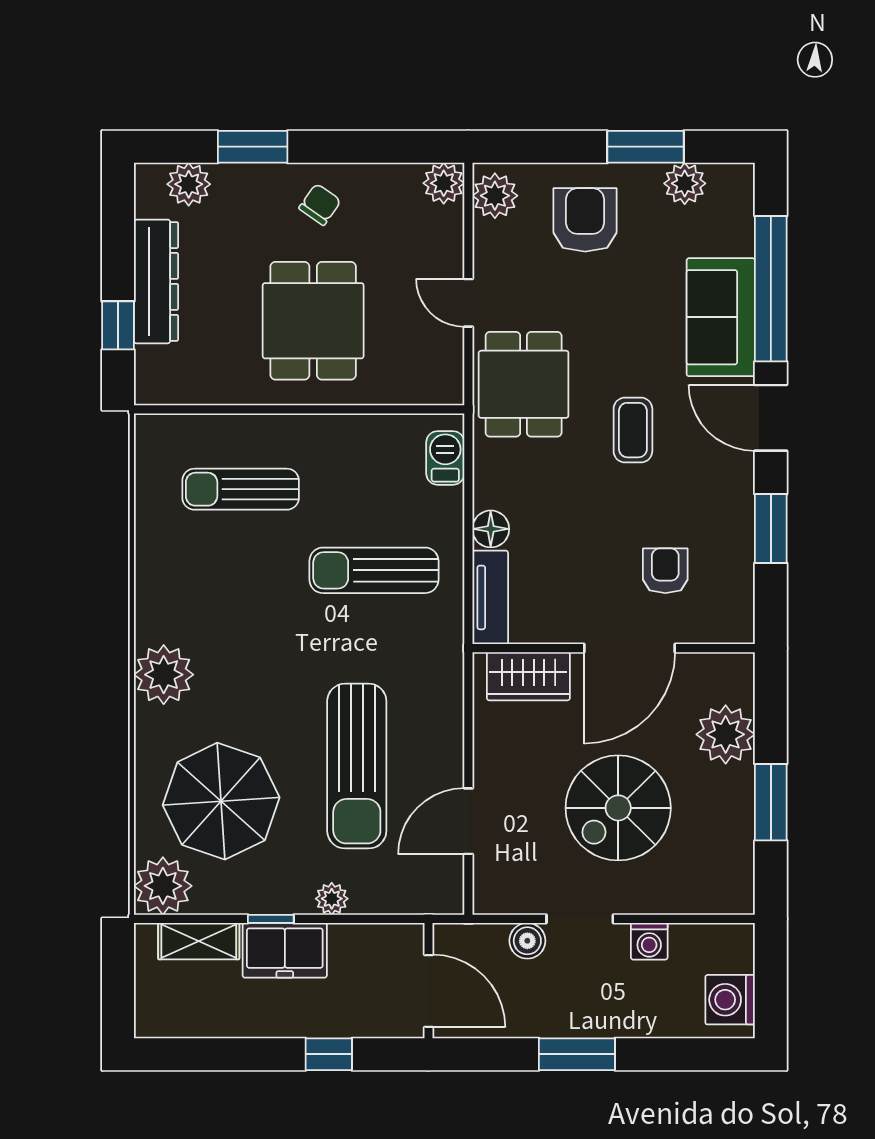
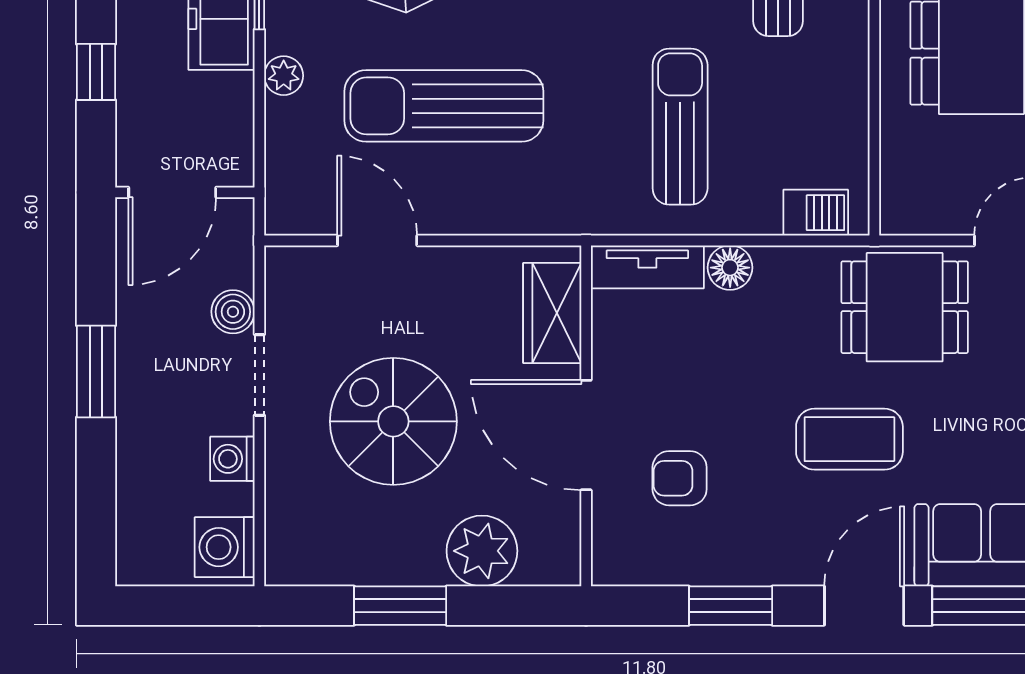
coffee table: (633, 430) -> (849, 439), width x1.36, depth x1.30
armchair: (665, 571) -> (680, 478), turned 180
washing machine: (730, 1000) -> (225, 547), moved, turned -90

